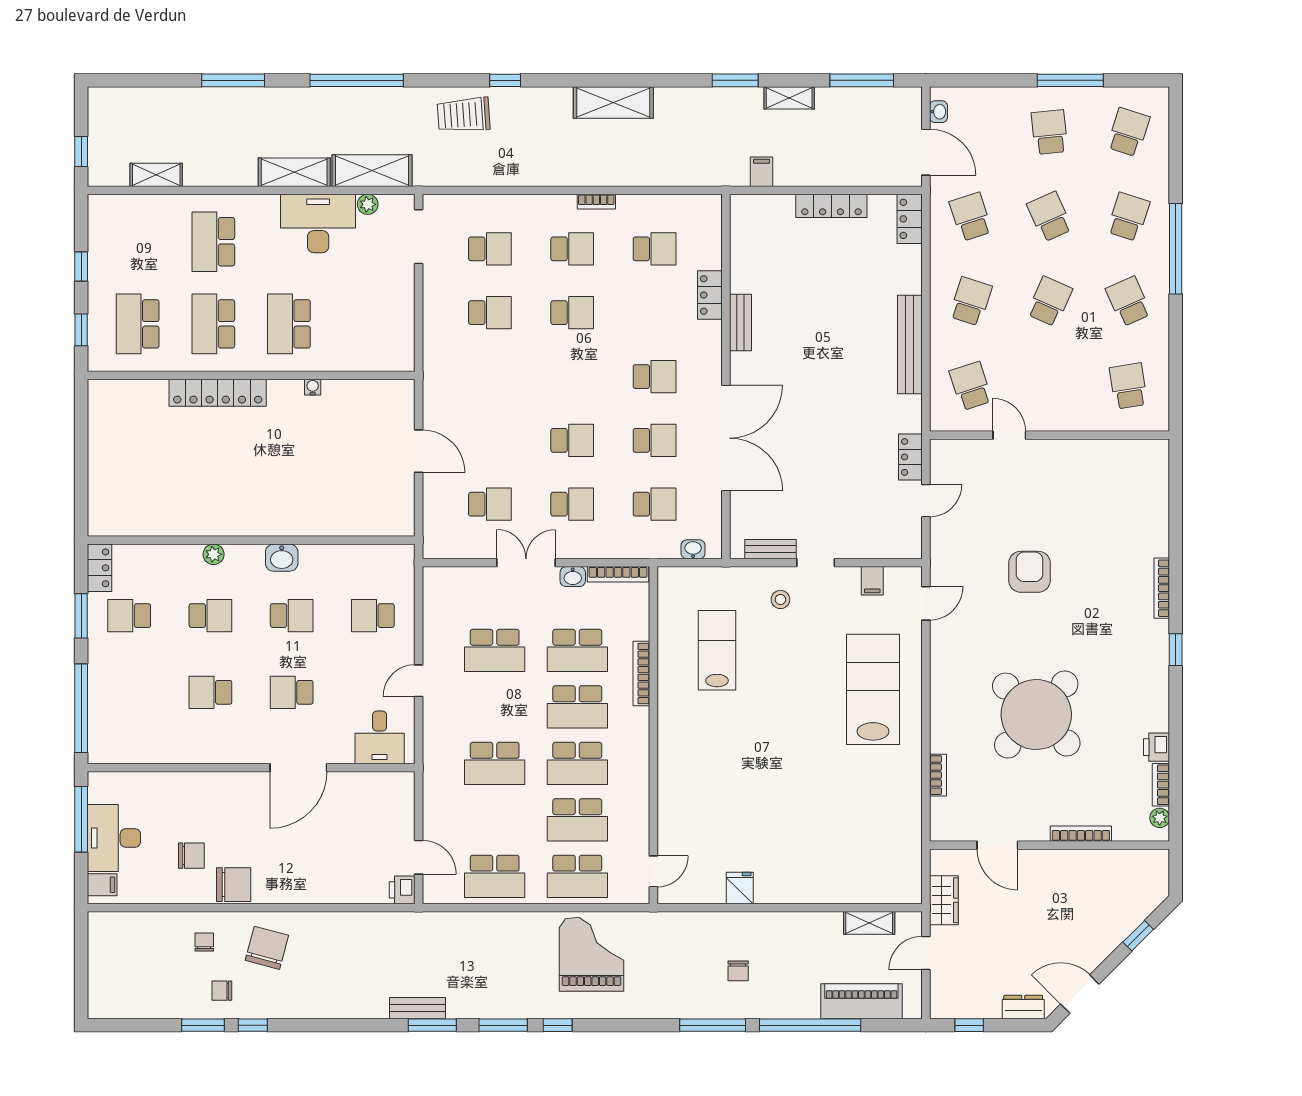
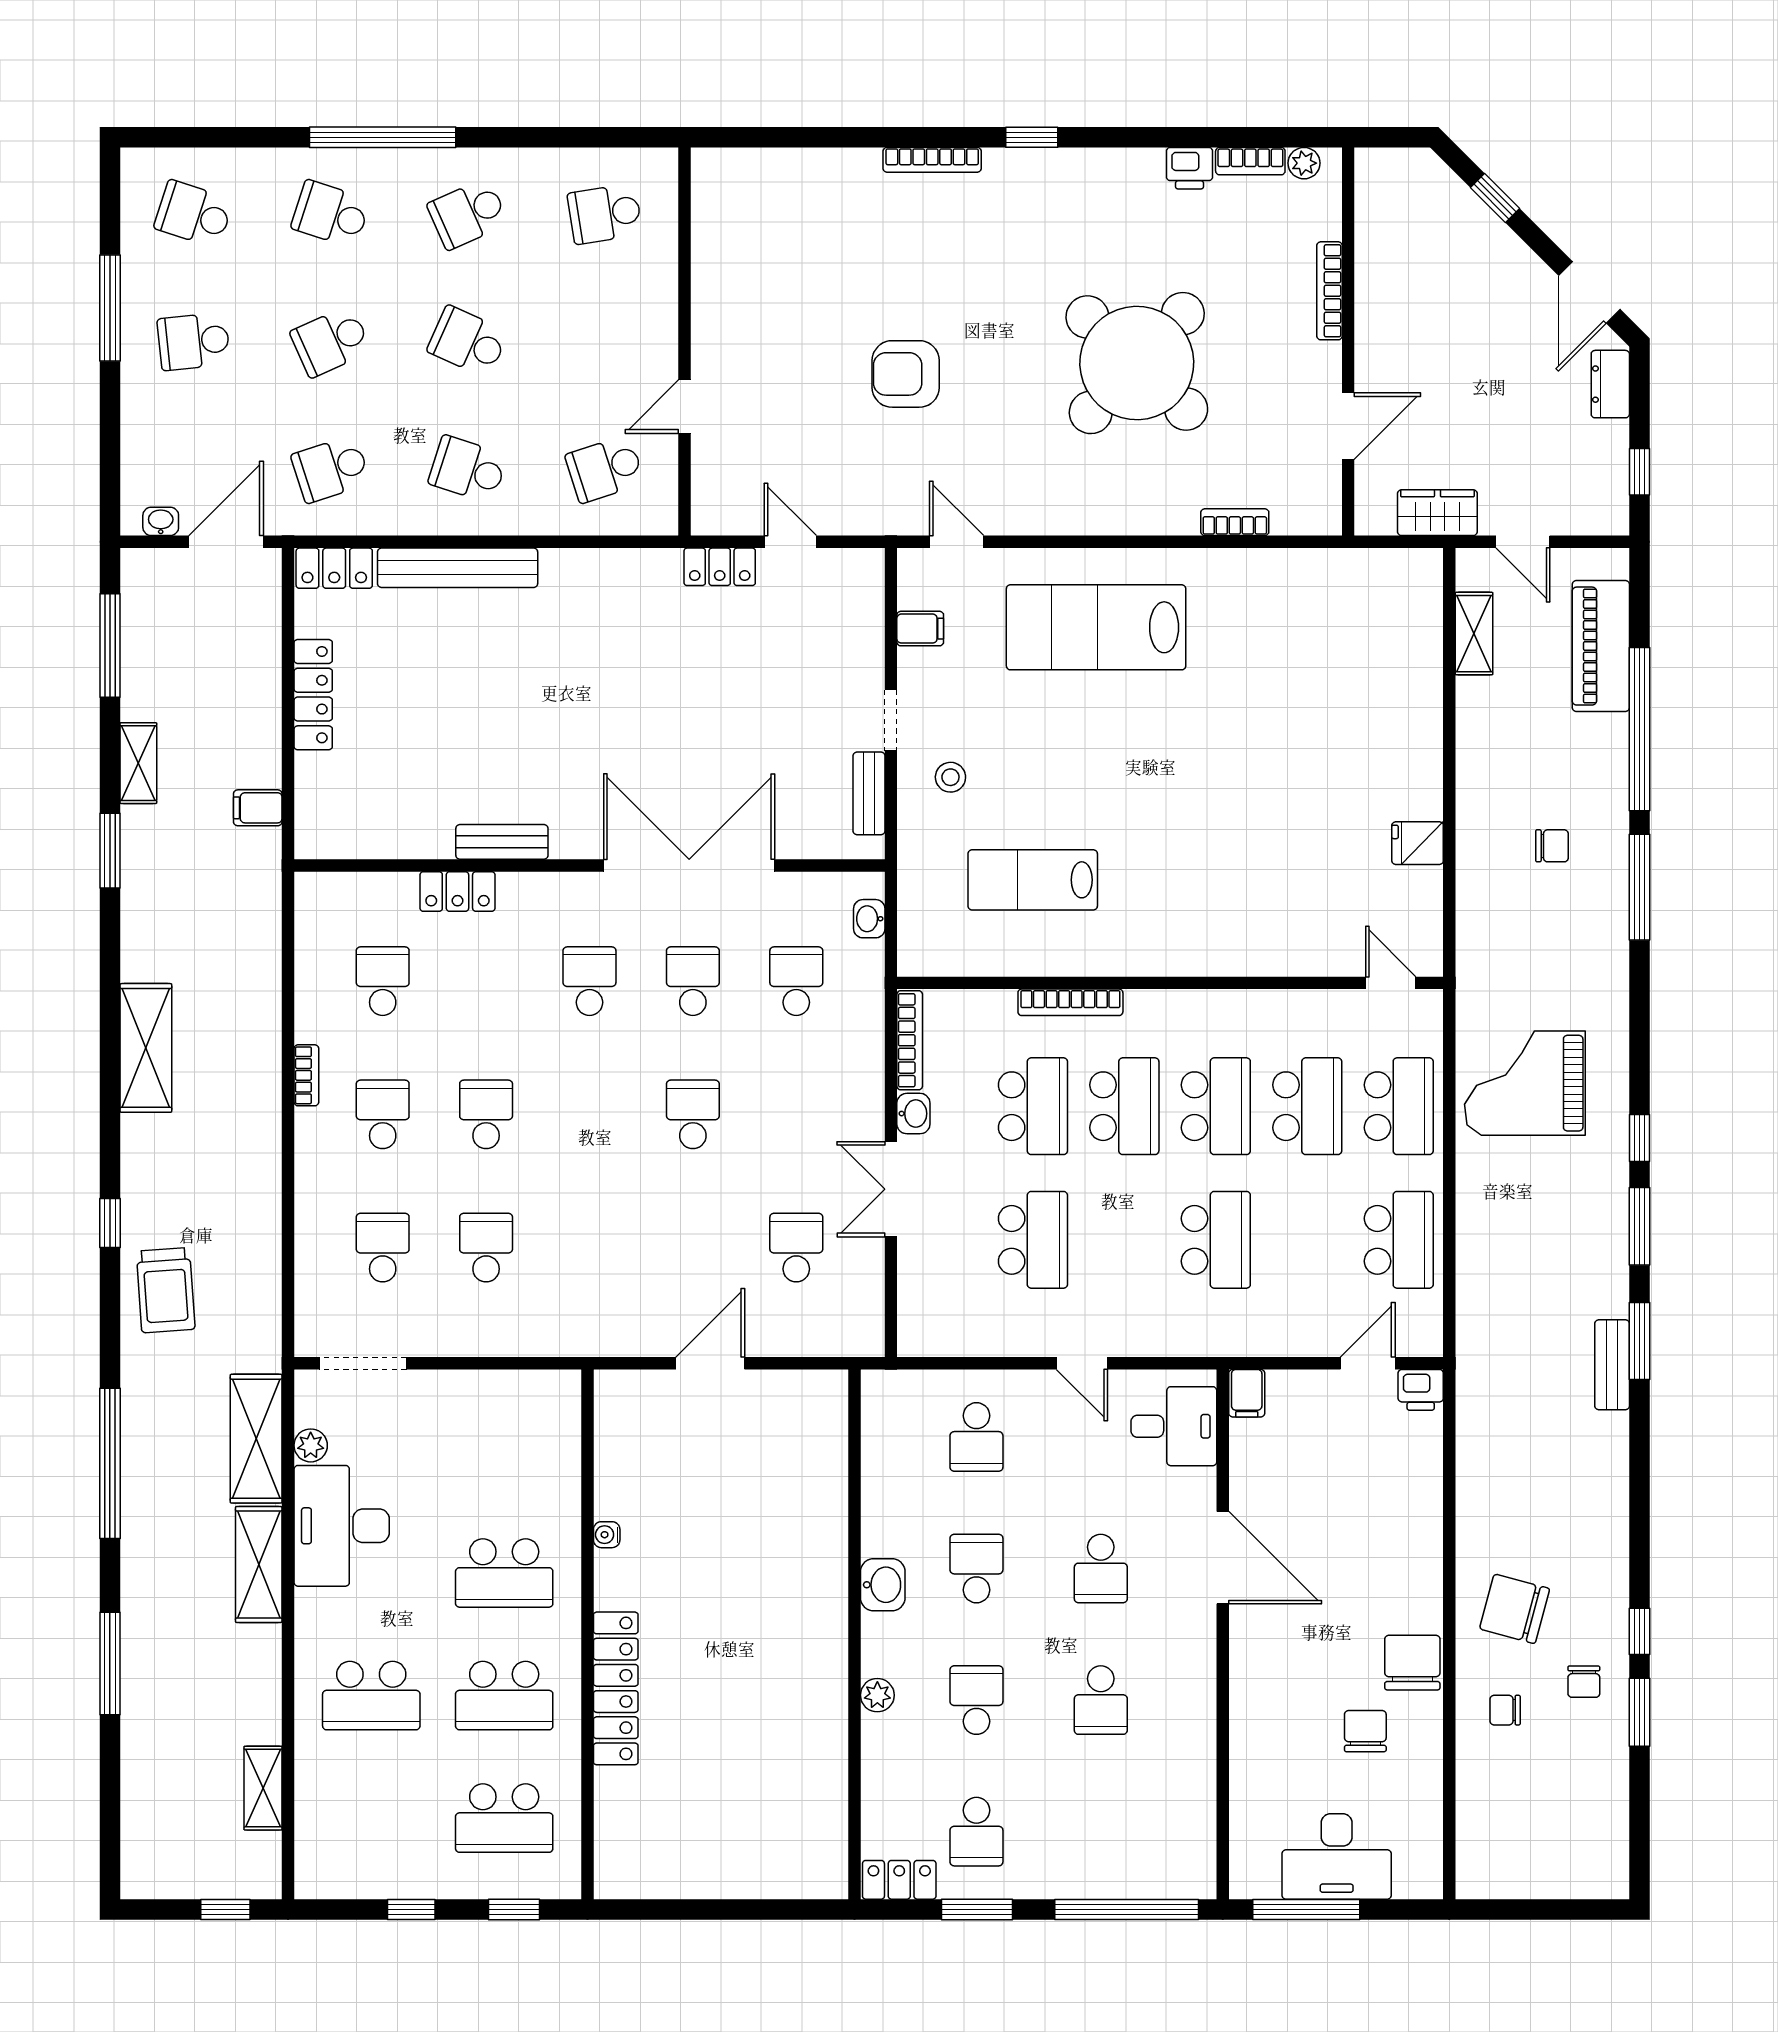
bench: (910, 345) -> (458, 568), moved
school desk: (572, 504) -> (796, 1114), removed
filing cabinet: (102, 885) -> (1247, 1393), moved, turned 180

